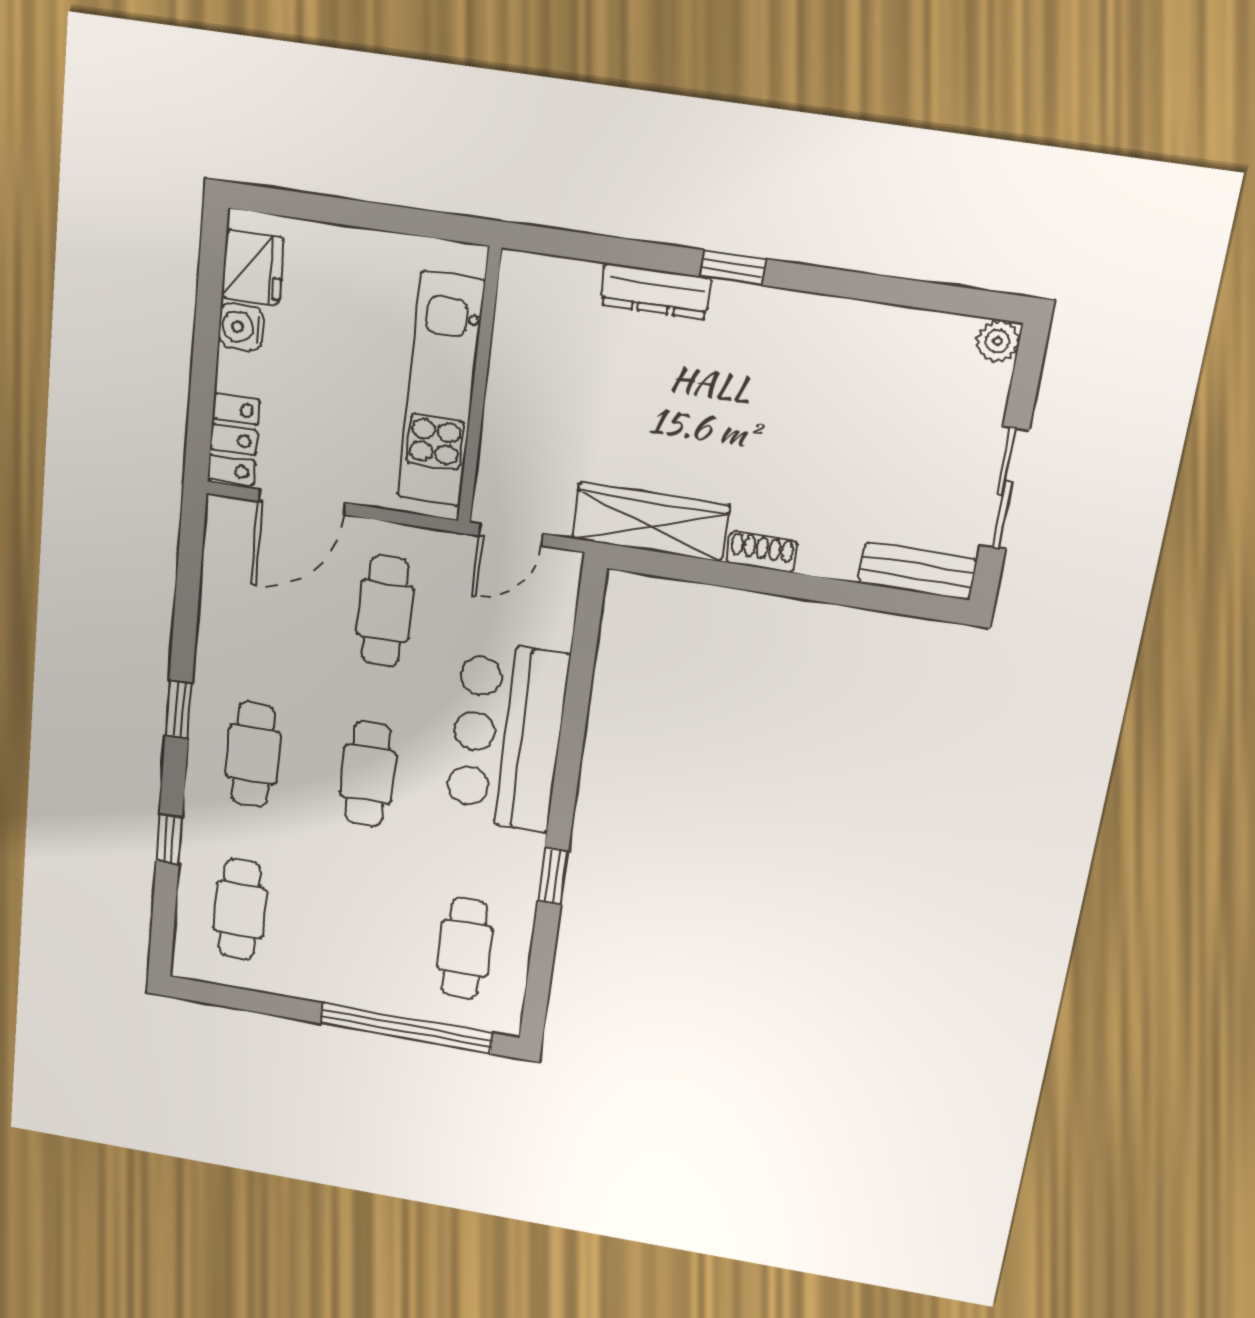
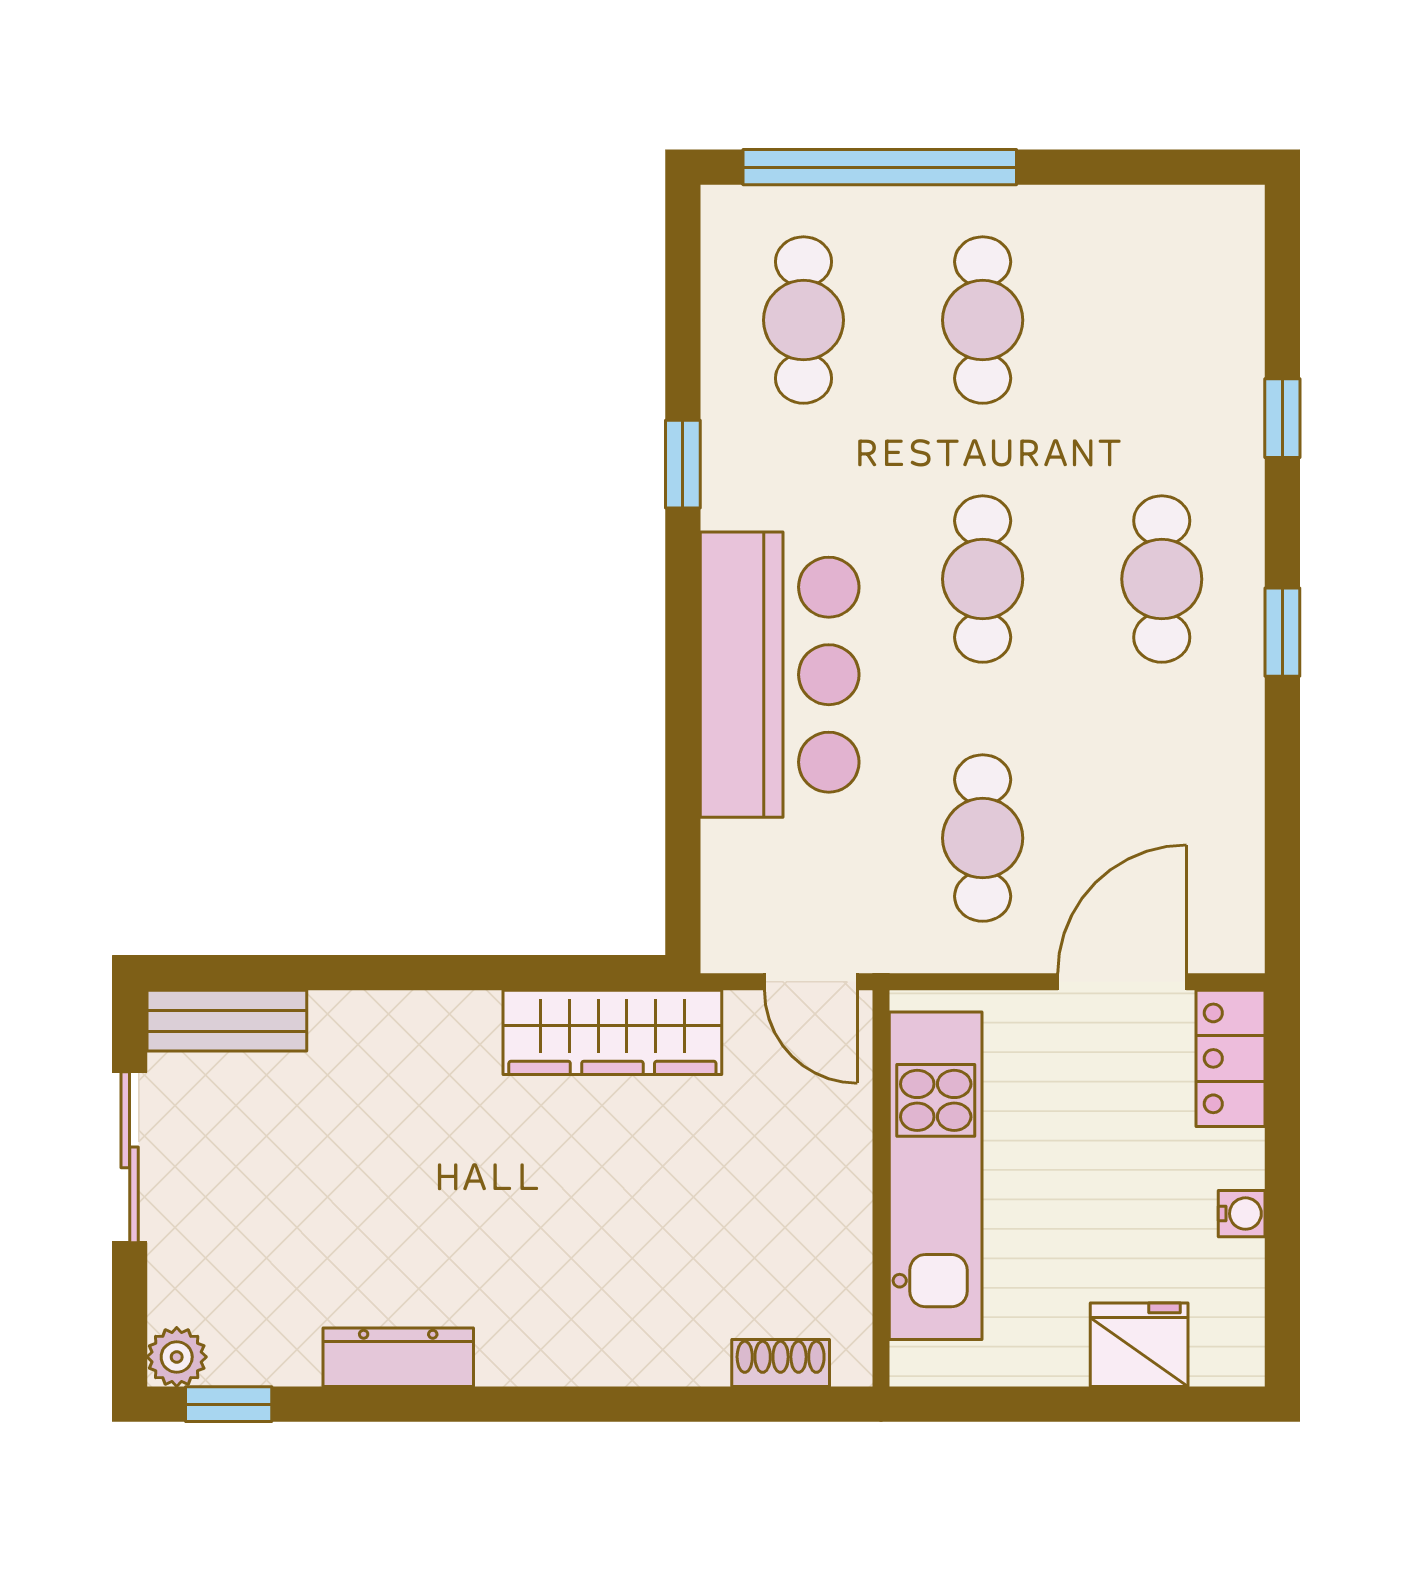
fridge: (253, 268) -> (1139, 1345), moved, turned 90
window: (733, 268) -> (229, 1404), moved
dresser: (656, 291) -> (398, 1357), moved
water cooler: (241, 327) -> (1242, 1214), width x0.72, depth x0.72
door: (511, 535) -> (811, 982), swing flipped
shoe rack: (762, 552) -> (781, 1363), moved, turned 180
cafe table: (240, 910) -> (983, 320), moved

